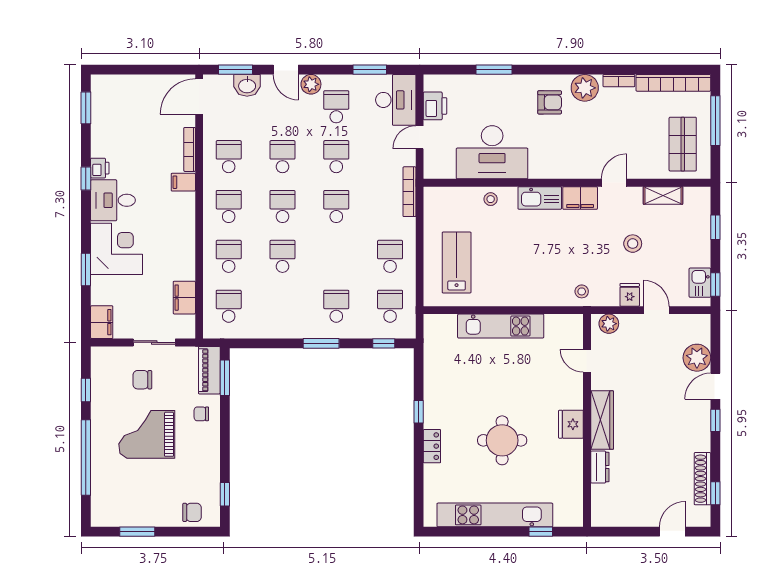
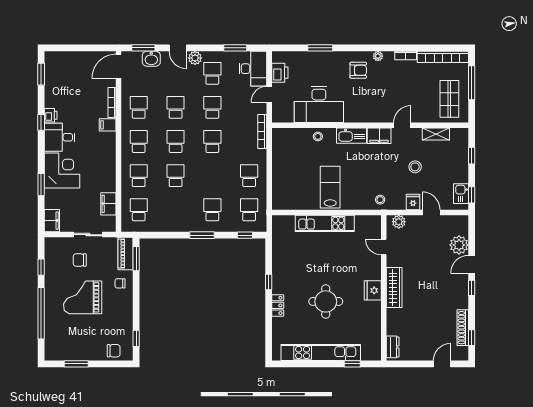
plant: (585, 88) -> (378, 56), width x0.53, depth x0.53
lab bench: (457, 262) -> (330, 187), moved
dresser: (600, 467) -> (393, 347), moved

